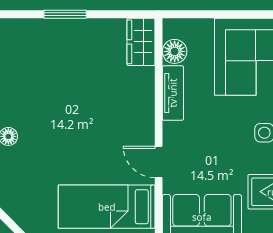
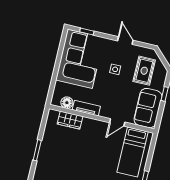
wardrobe: (141, 42) -> (70, 120), moved

